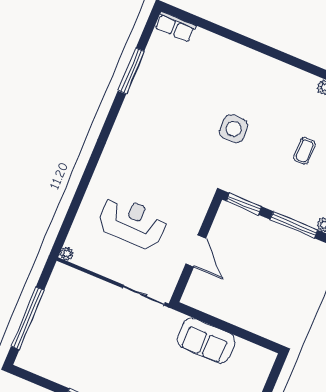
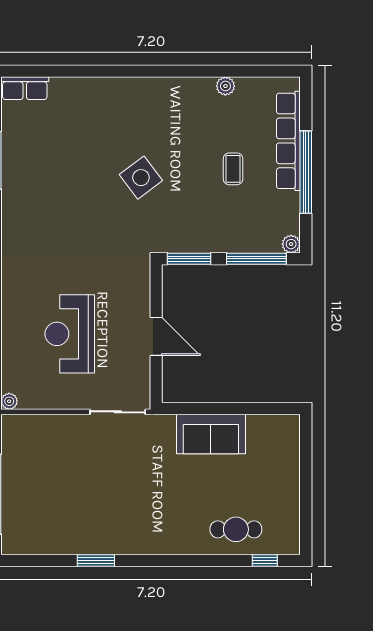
side table: (234, 129) -> (141, 178), turned -37
reception desk: (132, 223) -> (70, 334), turned -90

